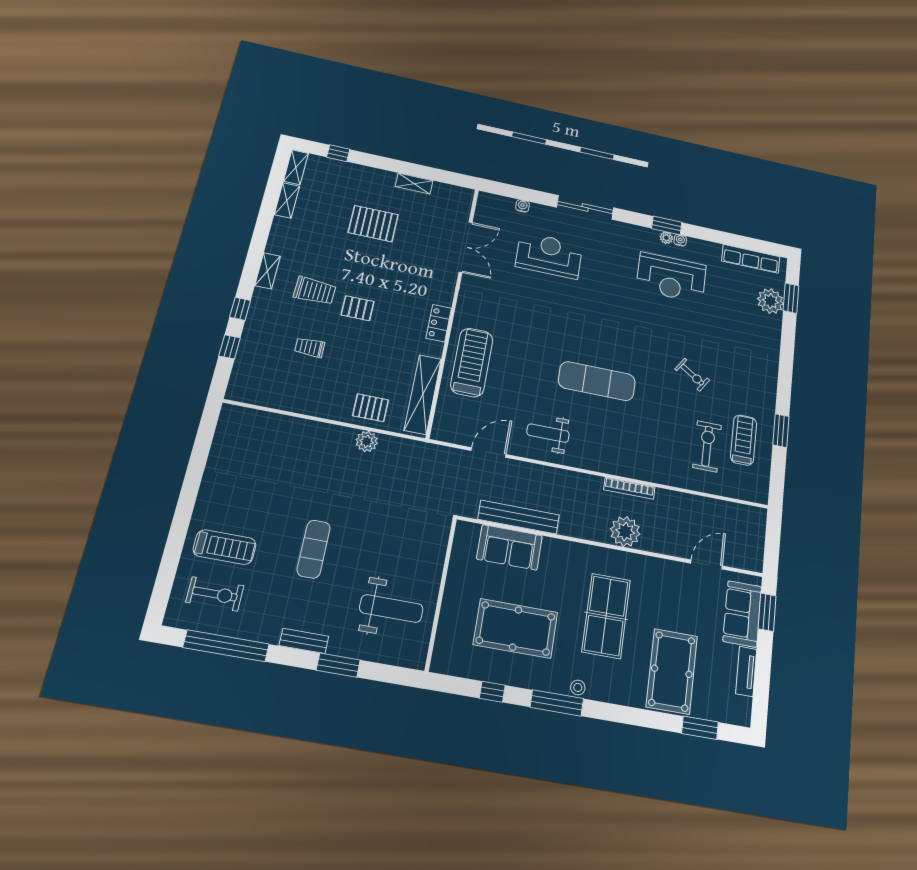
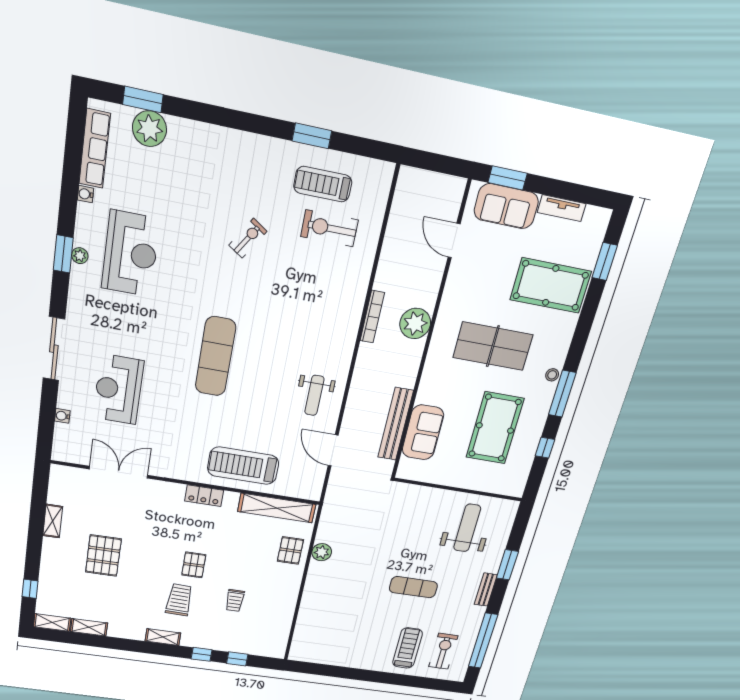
water cooler: (680, 240) -> (85, 194), moved
exercise mat: (597, 381) -> (216, 356), moved

